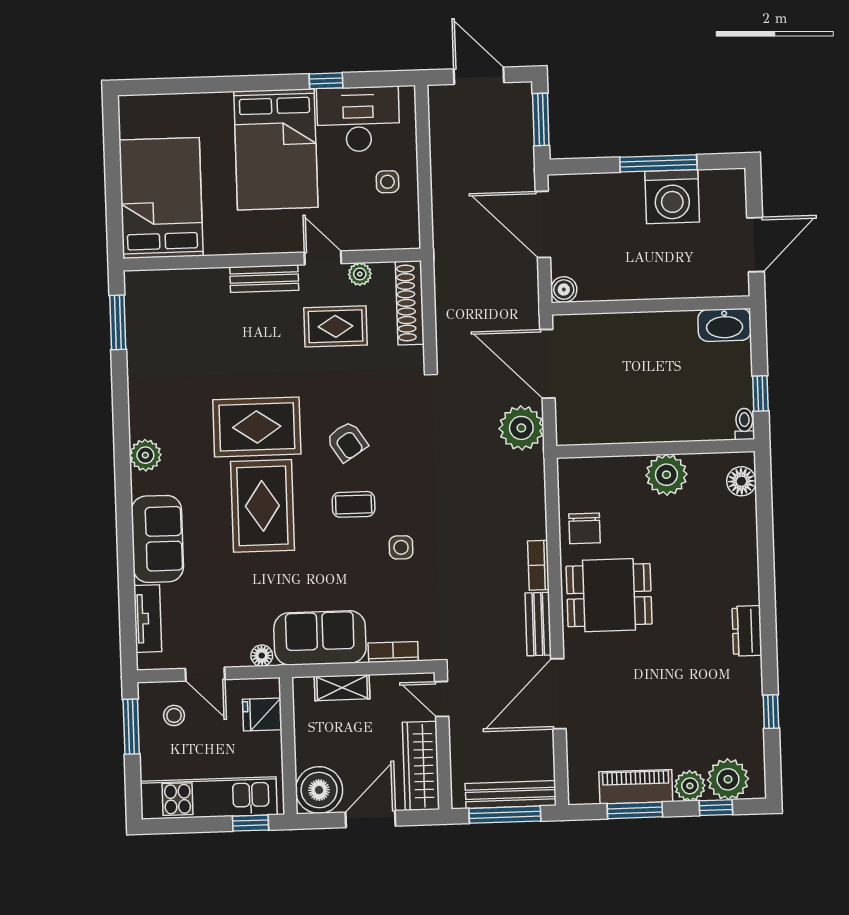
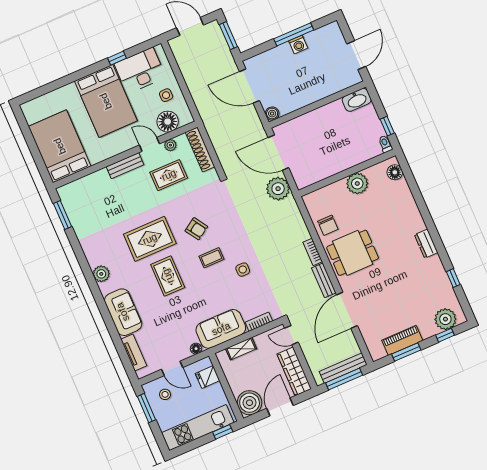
washing machine: (672, 197) -> (298, 44), width x0.53, depth x0.53
floor lamp: (372, 230) -> (168, 122), added
rug: (262, 506) -> (168, 276), width x0.73, depth x0.70
plant: (690, 786) -> (428, 330), removed

